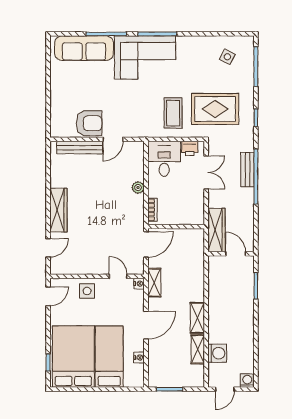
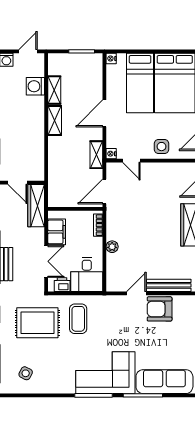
double door: (206, 172) -> (46, 261), swing flipped
filing cabinet: (195, 203) -> (57, 232), added
nightstand: (139, 357) -> (111, 58), moved

